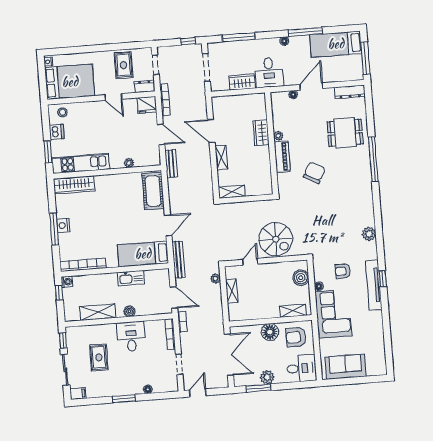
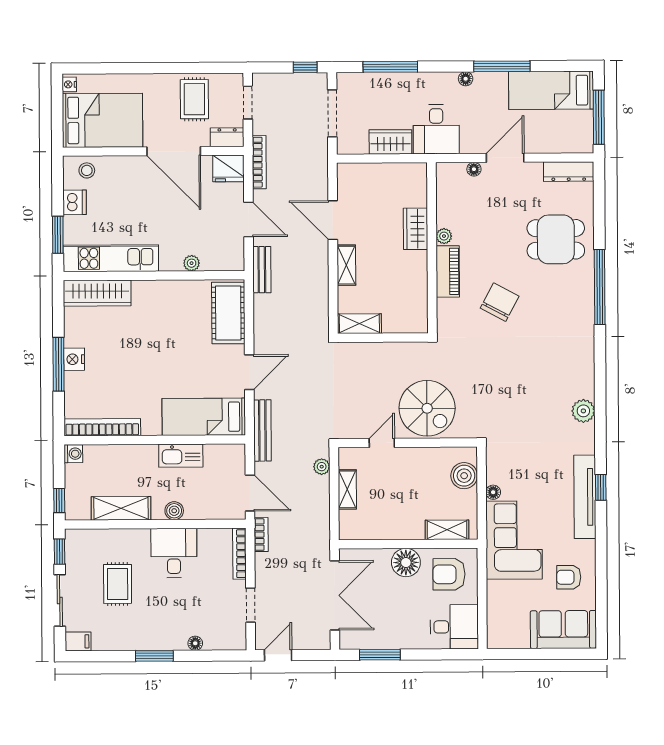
door: (113, 97) -> (174, 151), width x1.87
armchair: (343, 271) -> (569, 577), moved
window: (59, 293) -> (59, 501), moved
sofa: (346, 367) -> (563, 629), moved
plant: (267, 377) -> (396, 638), removed

